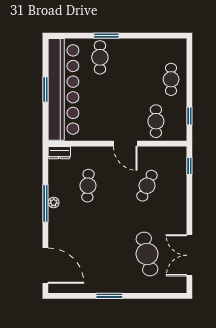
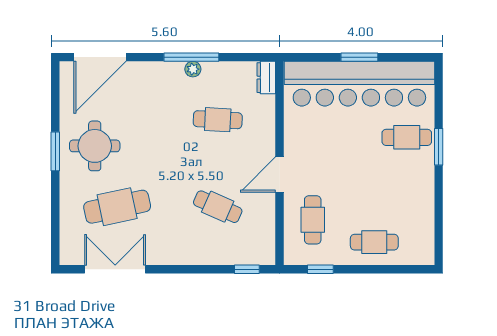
cafe table: (156, 121) -> (313, 220), turned 90
round table: (106, 269) -> (95, 146), added

